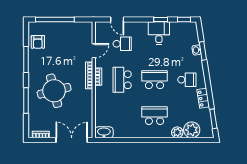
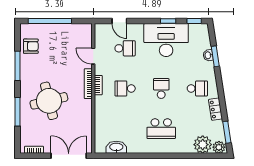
desk: (159, 33) -> (166, 40), width x1.87, depth x1.30
armchair: (38, 42) -> (31, 46), turned -90
door: (94, 51) -> (93, 56), swing flipped
school desk: (122, 80) -> (125, 88), width x0.54
school desk: (155, 80) -> (161, 88), width x0.54
school desk: (155, 116) -> (161, 129), turned 180
washbasin: (104, 132) -> (116, 147), moved
plant: (177, 132) -> (219, 147), moved

